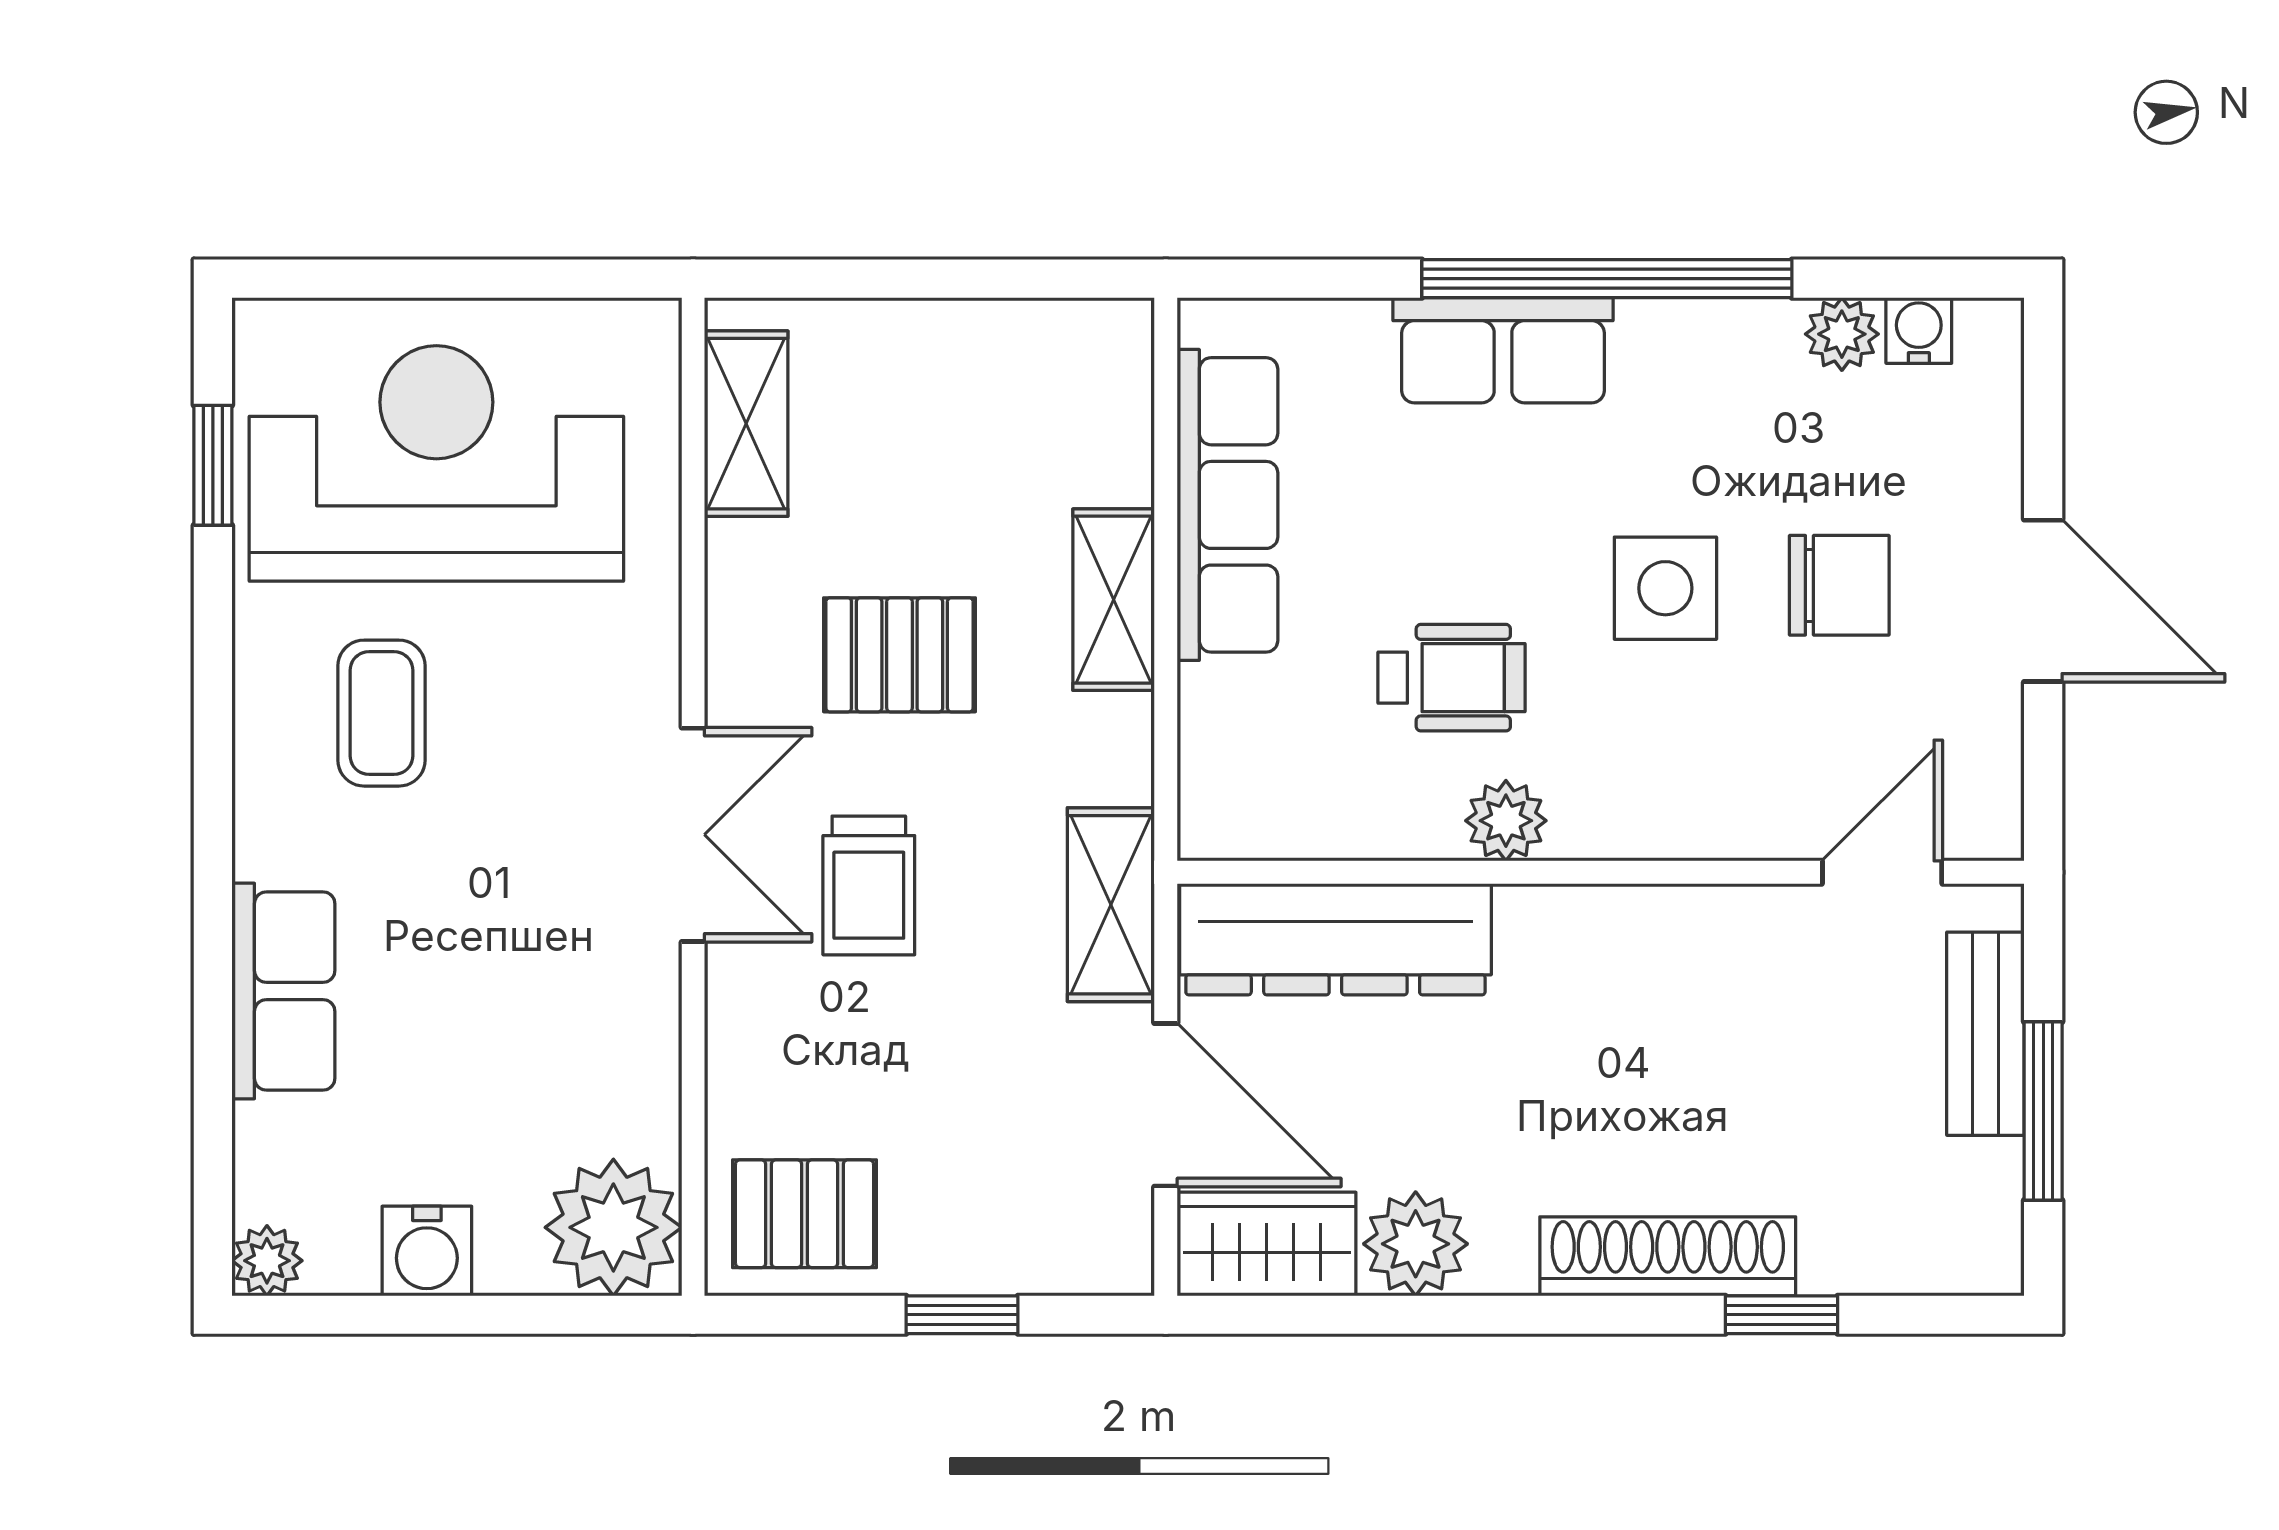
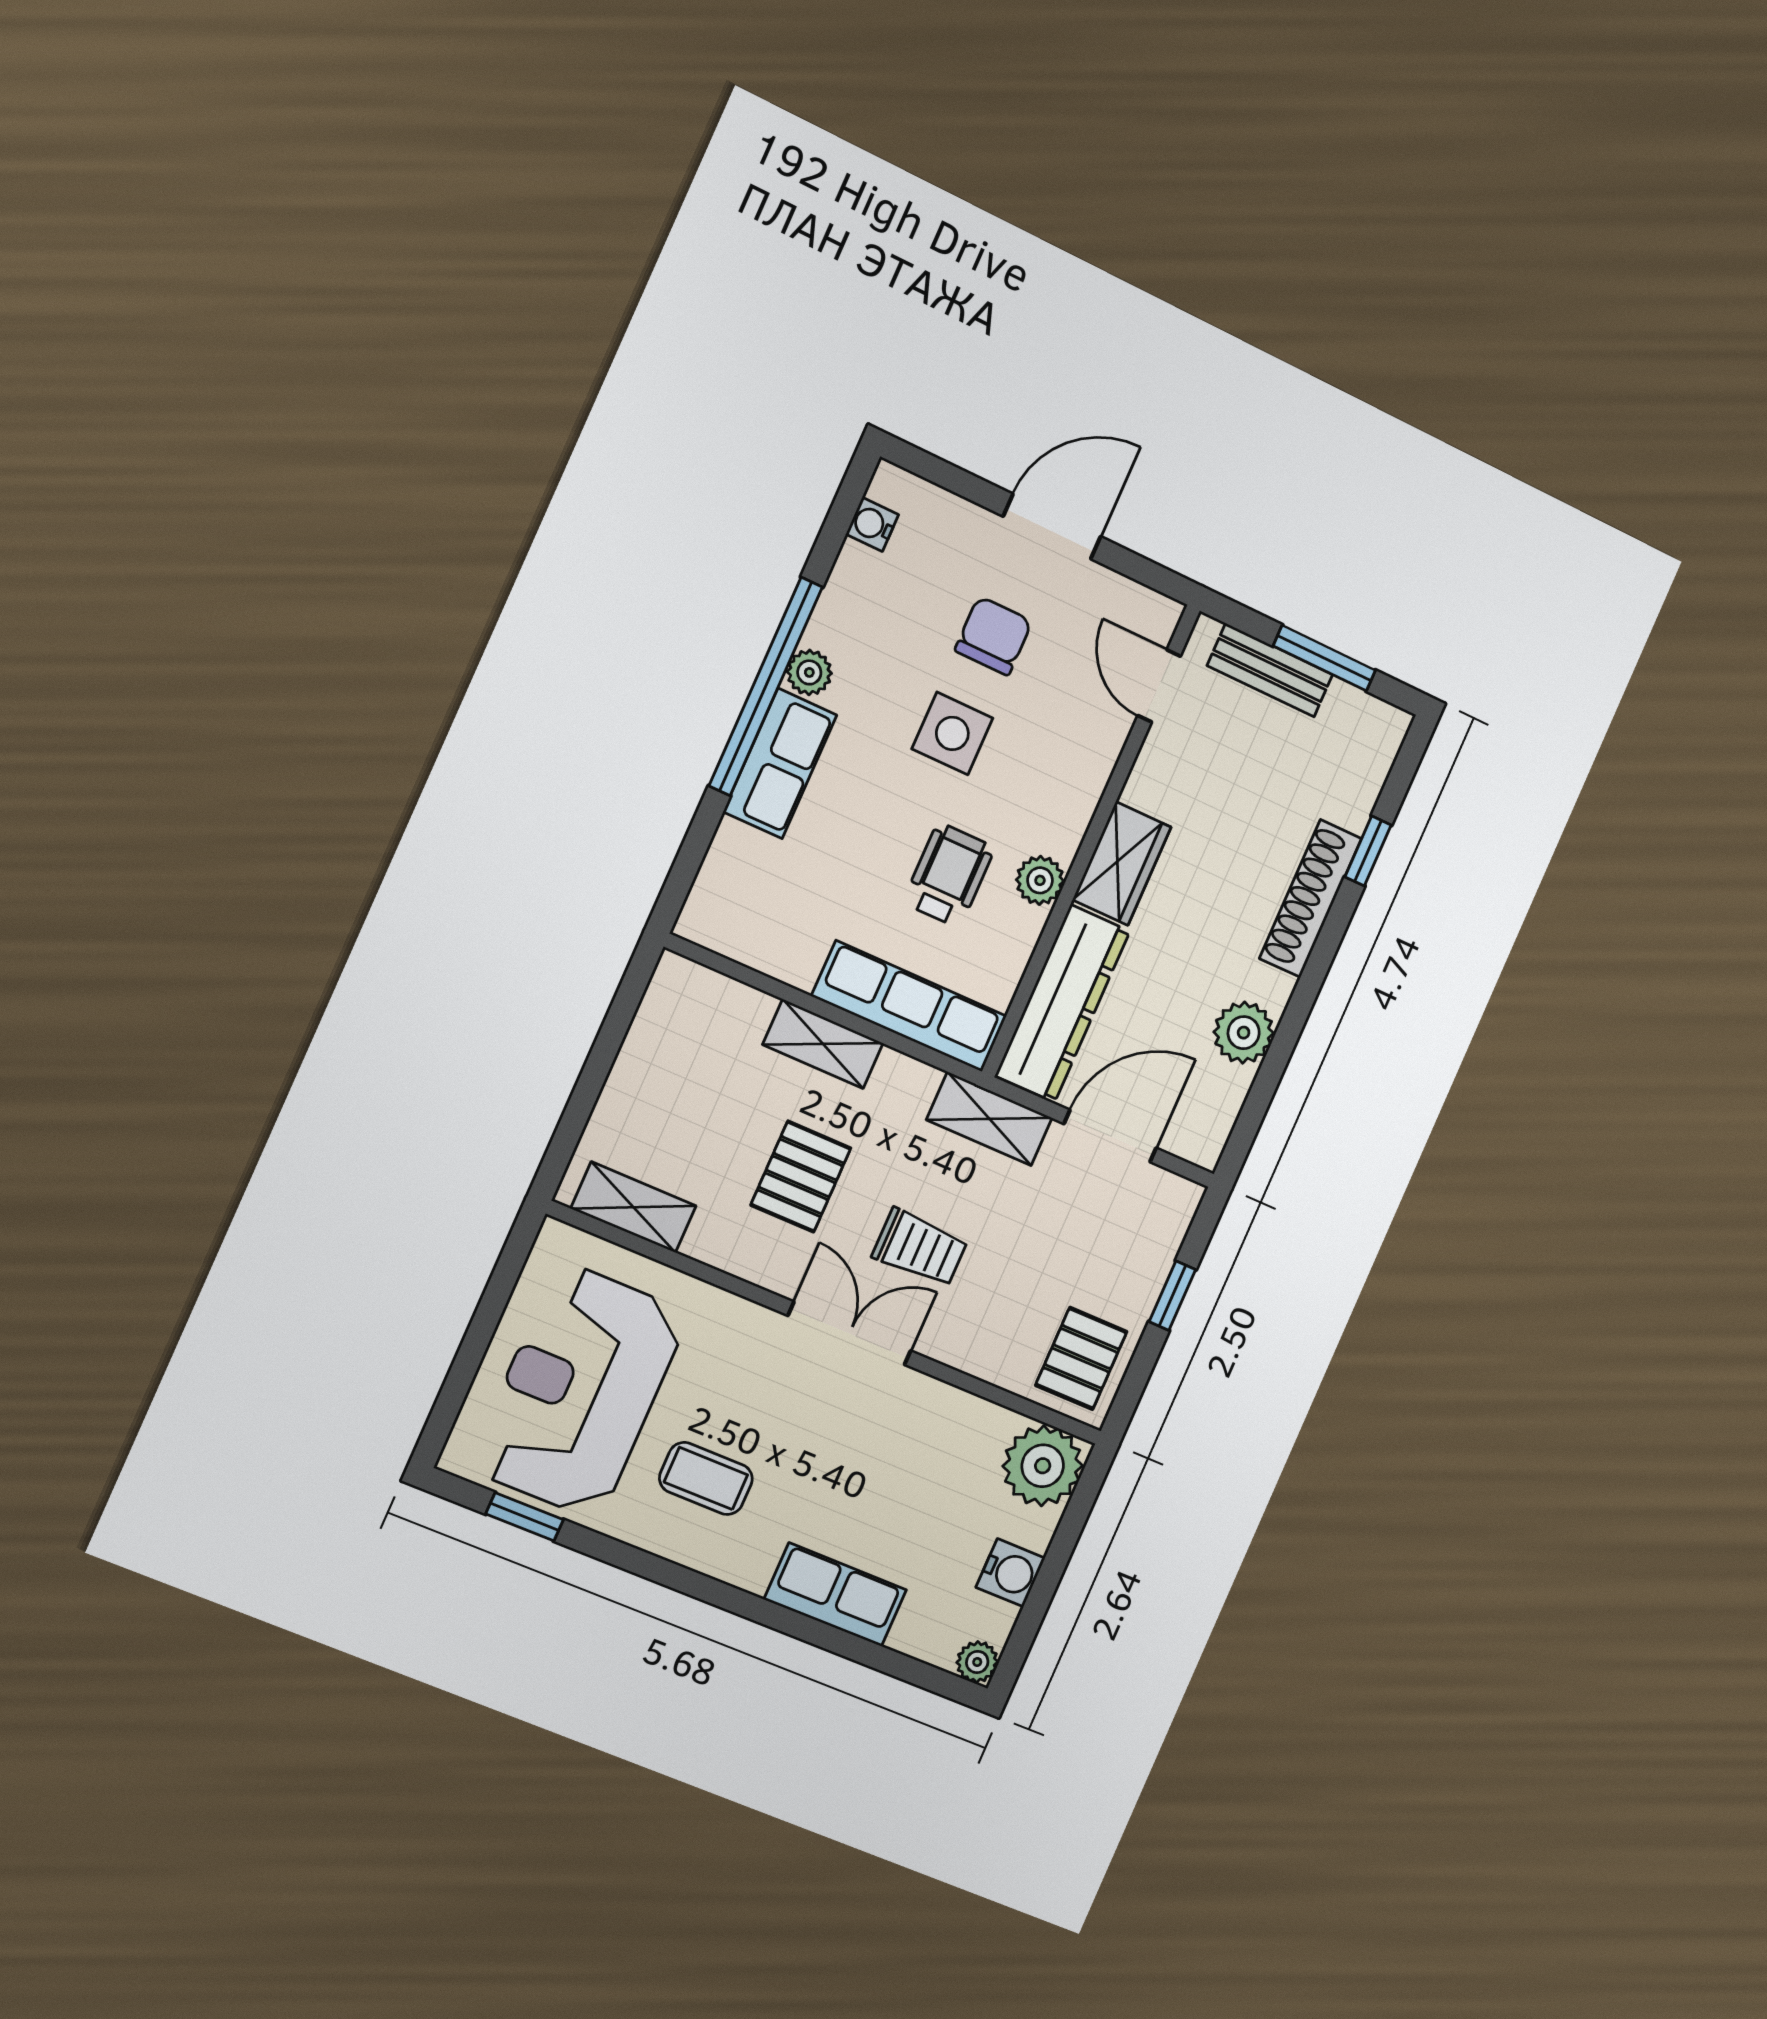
plant: (1842, 334) -> (809, 672), moved
row of seats: (1227, 505) -> (909, 1006), moved
wardrobe: (1267, 1244) -> (1122, 863), moved, turned 180

